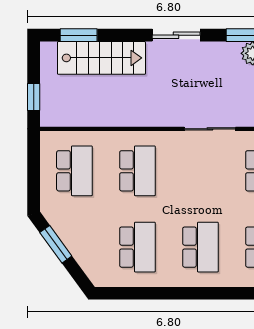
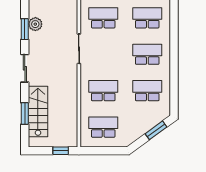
window: (79, 35) -> (25, 113), moved
window: (56, 244) -> (156, 130), moved

